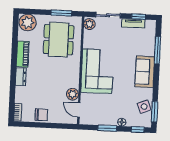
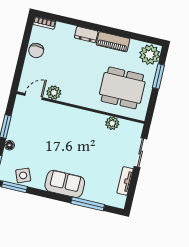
window: (61, 13) -> (158, 76), moved
window: (139, 17) -> (132, 189), removed
plant: (89, 24) -> (112, 123), moved
corner sofa: (97, 71) -> (76, 127), removed

